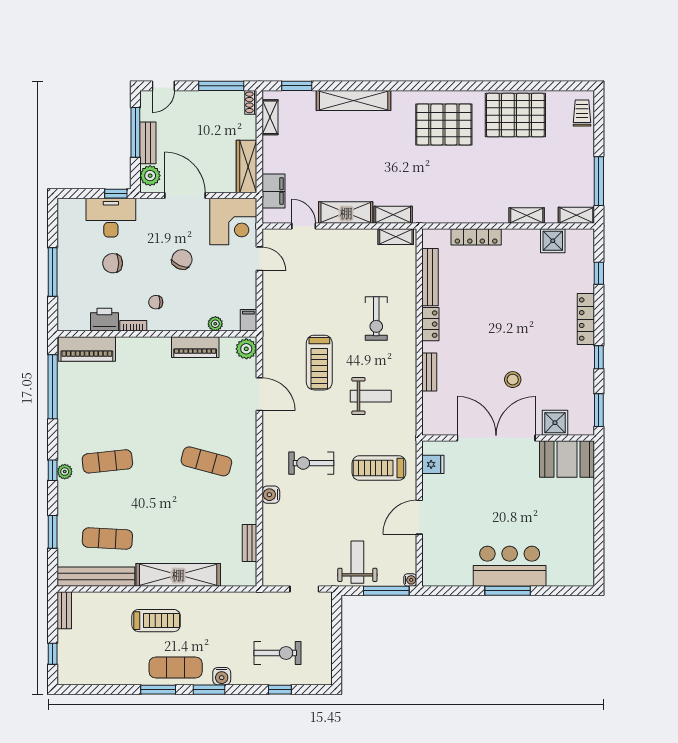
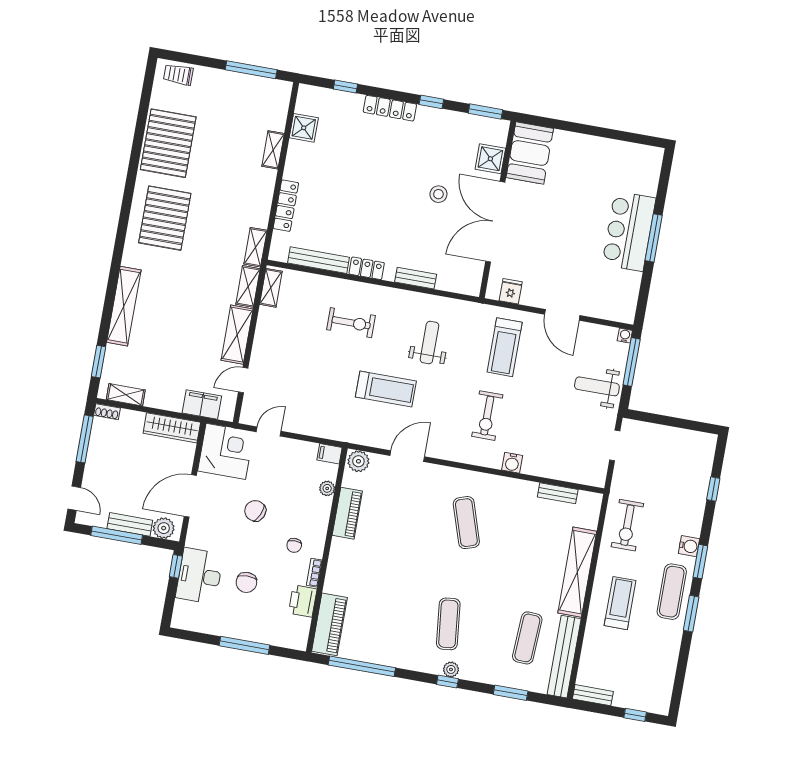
shelving: (576, 215) -> (255, 247), moved
exercise mat: (206, 461) -> (466, 523), turned -33
exercise bike: (278, 653) -> (627, 525), moved, turned 180

